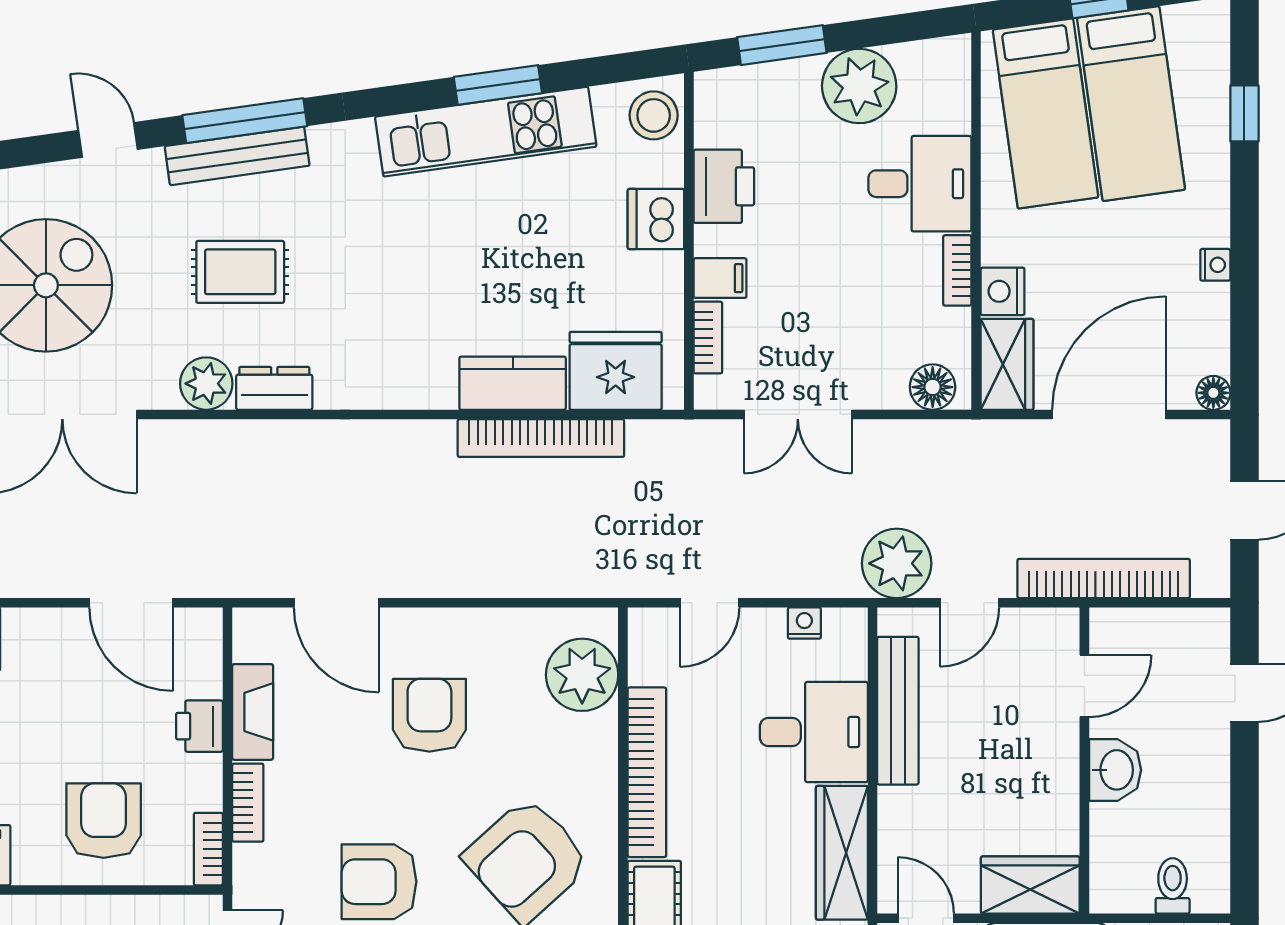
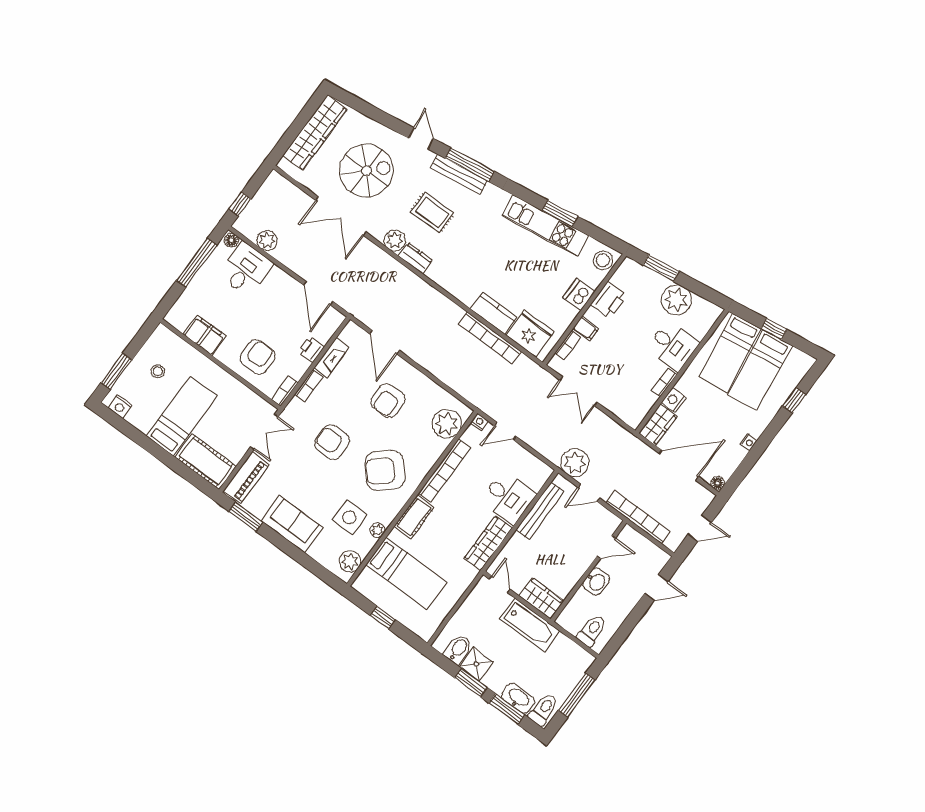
floor lamp: (933, 387) -> (628, 414), removed
nightstand: (804, 623) -> (479, 422), moved
armchair: (429, 715) -> (388, 401), turned 180
toilet: (1173, 886) -> (592, 631), width x1.37, depth x1.39

